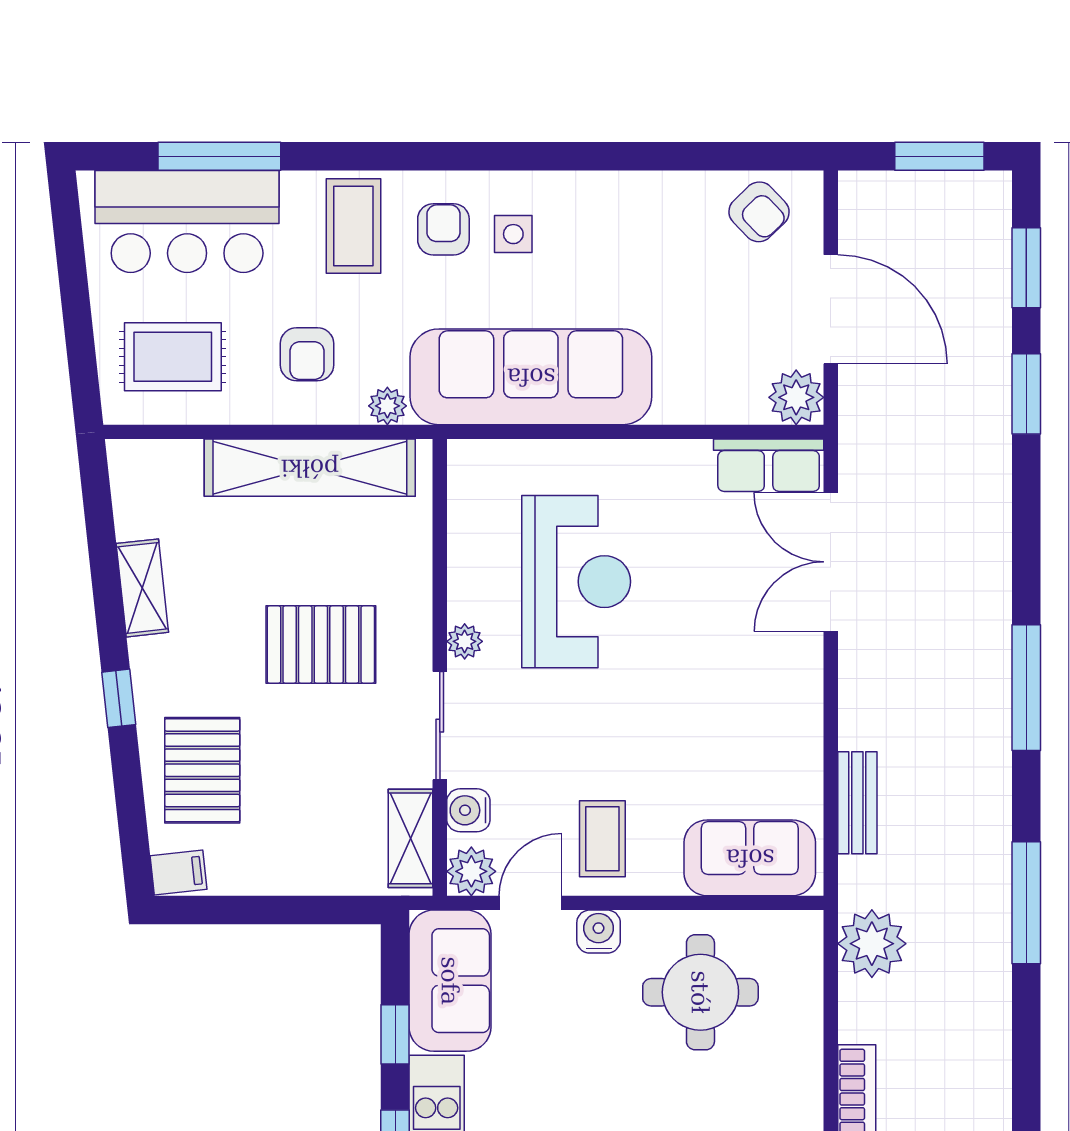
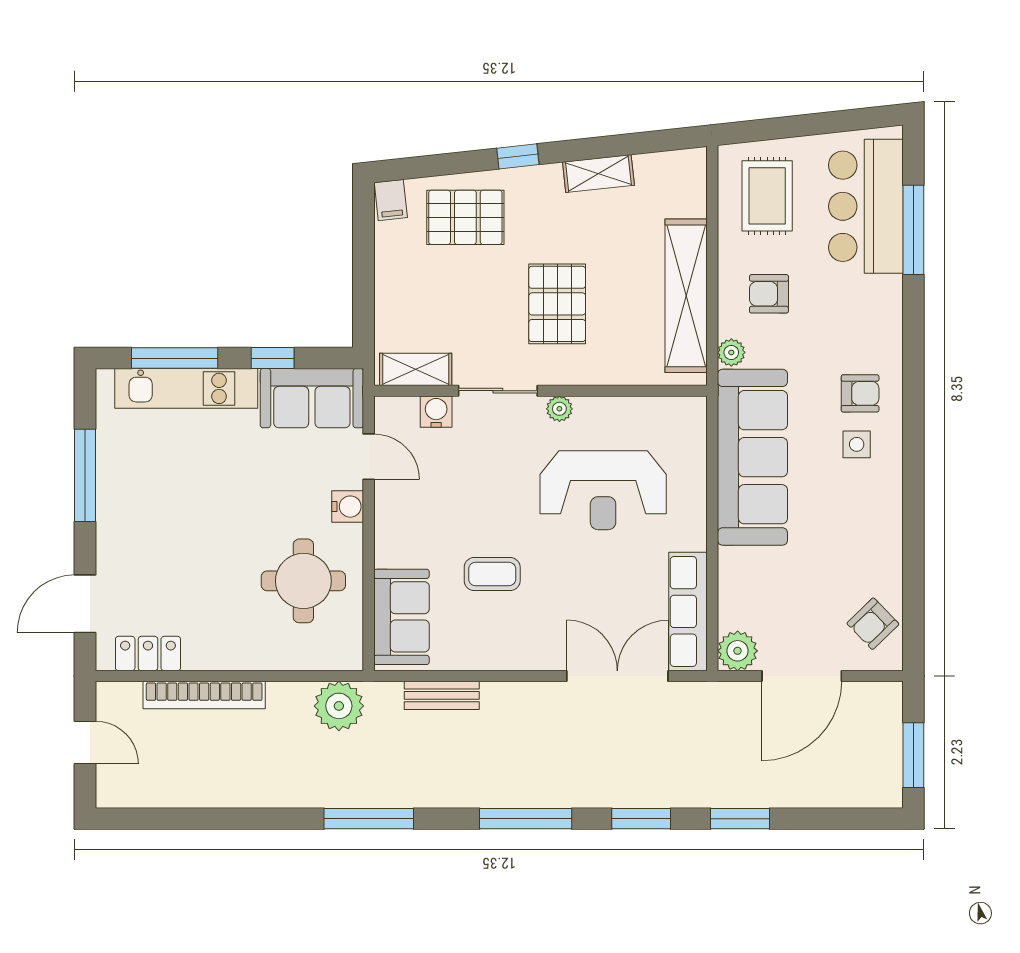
coffee table: (353, 226) -> (863, 328), removed
window: (1026, 268) -> (641, 819), moved
row of seats: (769, 465) -> (688, 611), width x1.48
coffee table: (602, 839) -> (492, 574), moved
plant: (471, 871) -> (392, 414), removed

